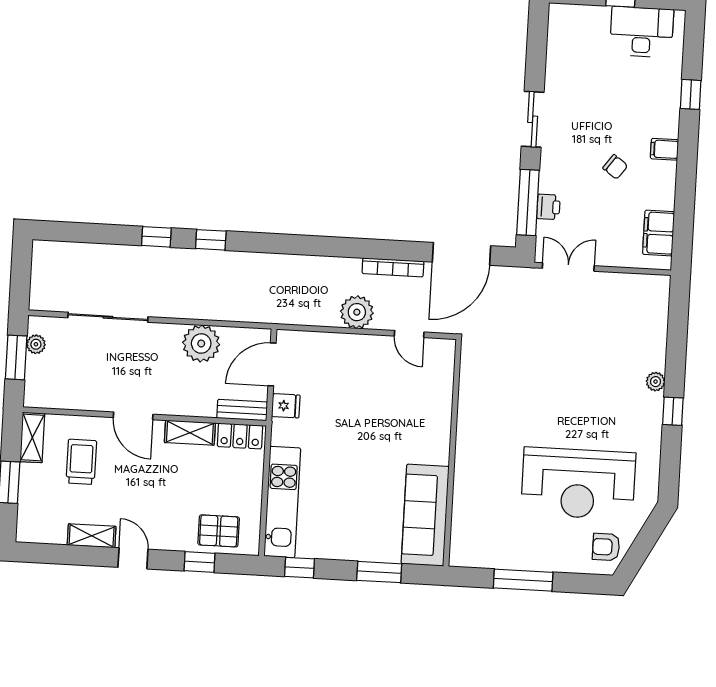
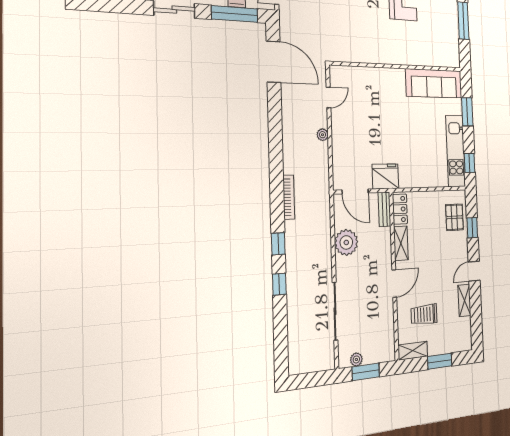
bookcase: (393, 267) -> (289, 197), moved
plant: (357, 312) -> (323, 135), width x0.53, depth x0.53
fridge: (286, 406) -> (385, 176), width x1.88, depth x1.34
kitchen unit: (282, 502) -> (456, 151), moved, turned -90

